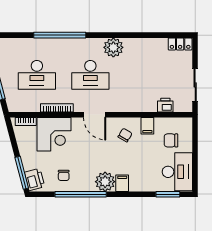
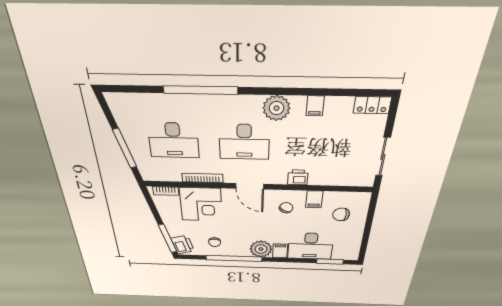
filing cabinet: (141, 45) -> (315, 106), added
printer: (165, 105) -> (298, 177), moved
desk: (177, 172) -> (310, 246), moved, turned 90

